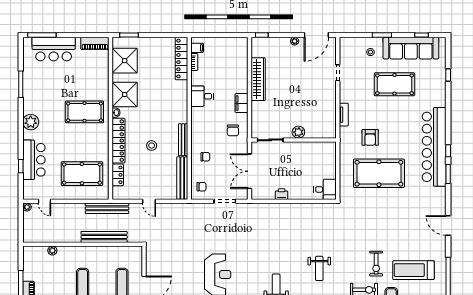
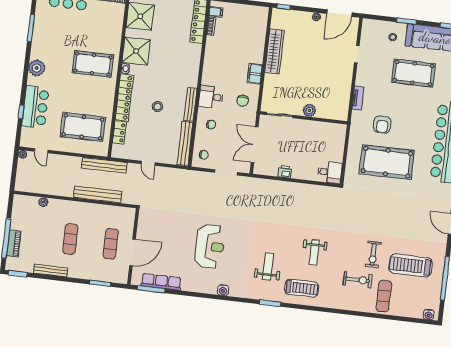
desk: (202, 96) -> (211, 97), moved

